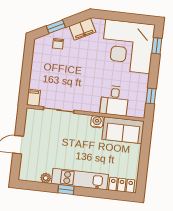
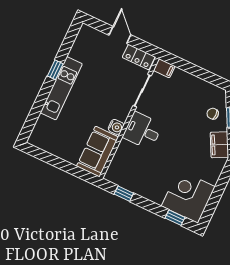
corner desk: (128, 46) -> (188, 196), width x0.74, depth x0.74
desk: (114, 101) -> (143, 131), moved
plant: (46, 178) -> (75, 52), removed
locker: (122, 185) -> (139, 57), moved, turned 90

